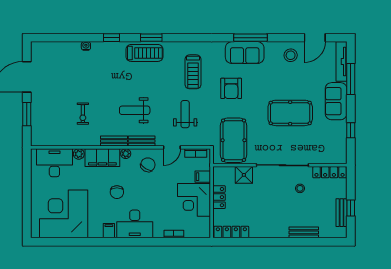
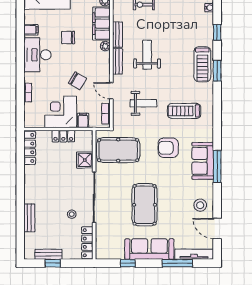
sofa: (336, 101) -> (149, 249), width x1.36
chair: (148, 165) -> (77, 81), moved

